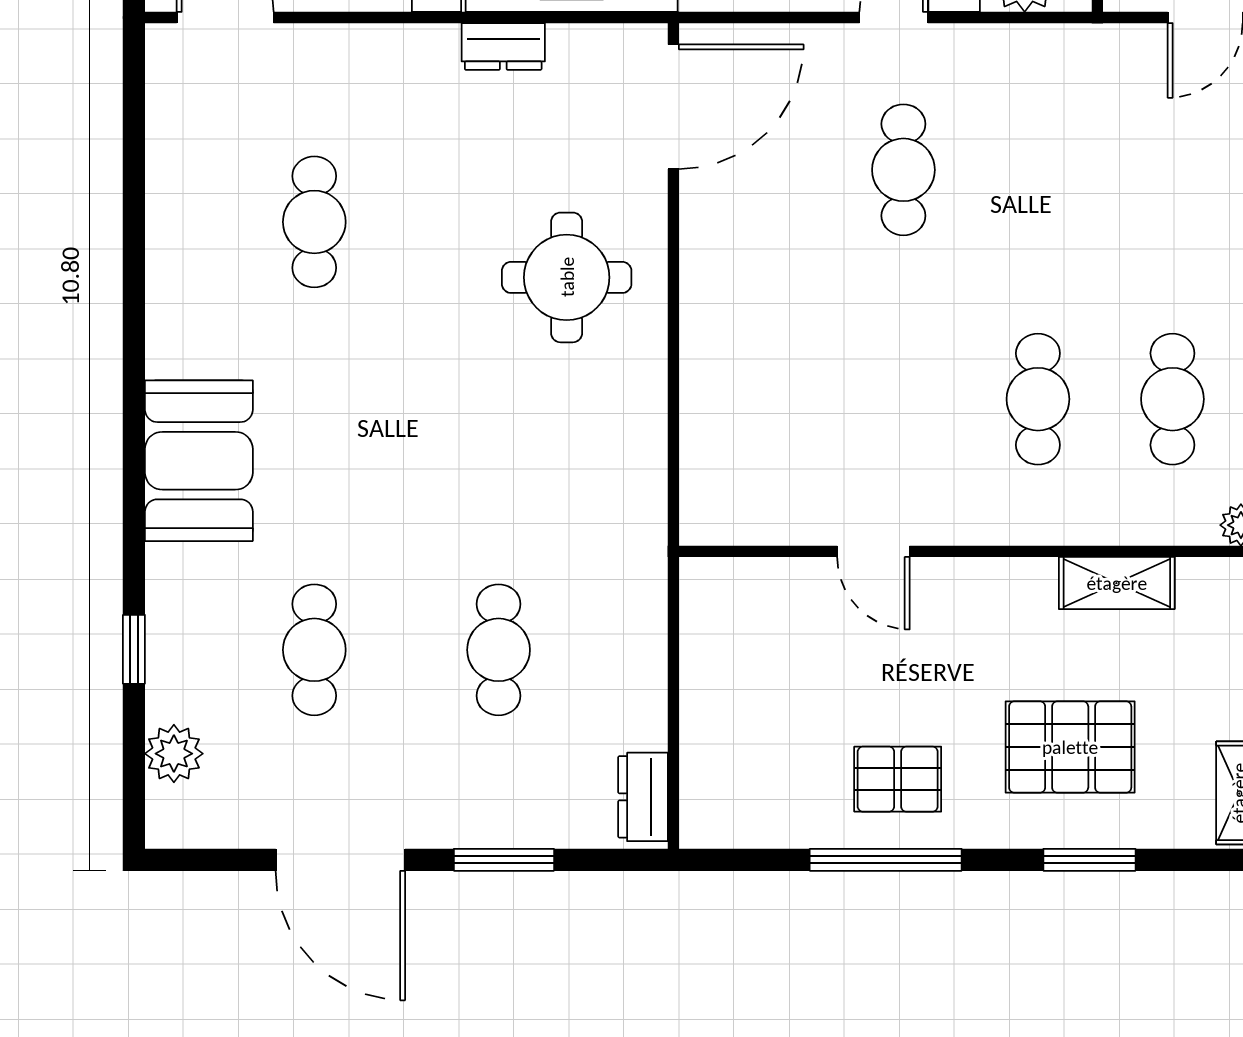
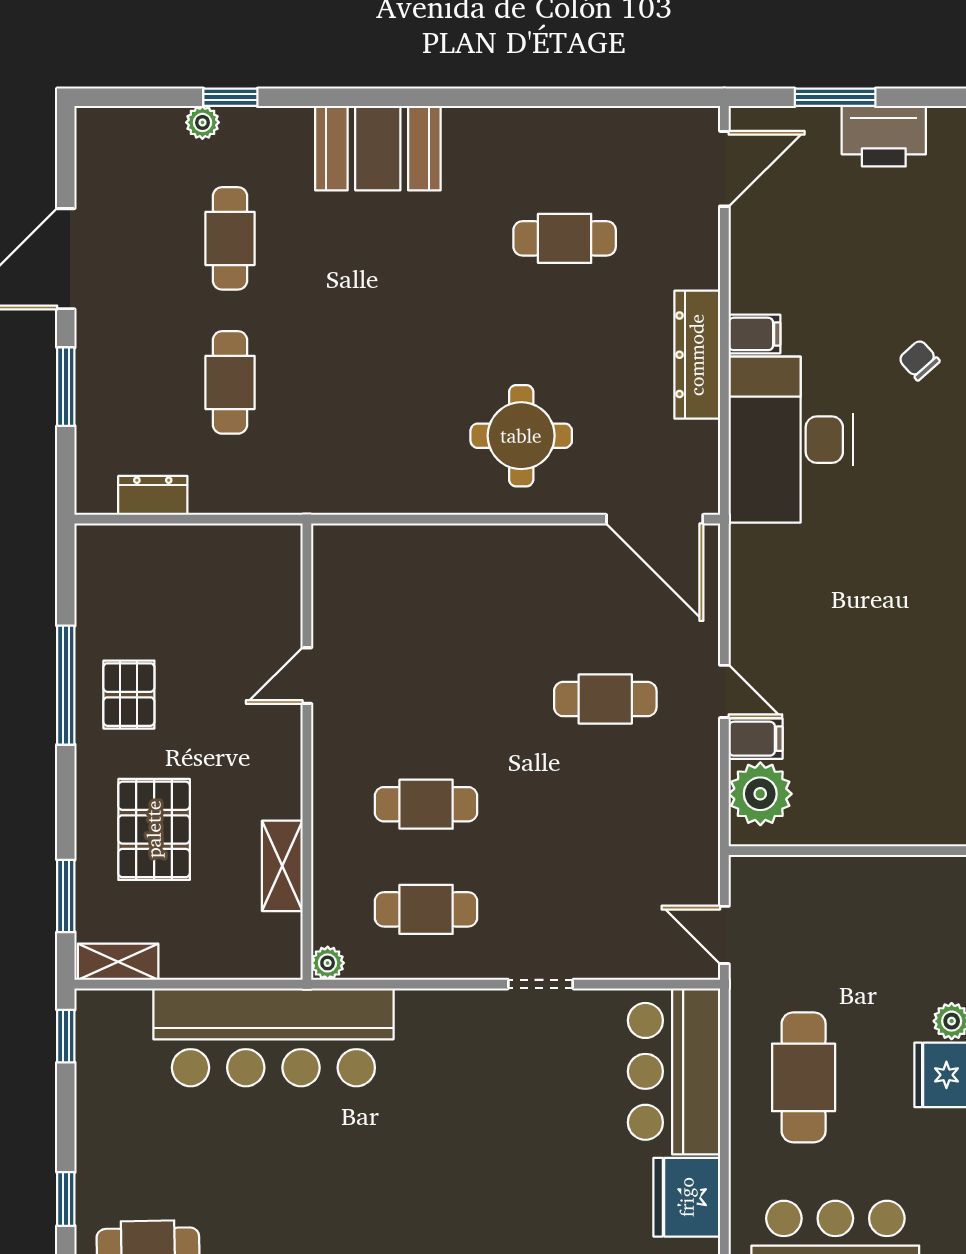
dresser: (503, 46) -> (697, 355), width x1.96, depth x1.24
cafe table: (314, 650) -> (230, 238), turned 90
cafe table: (499, 650) -> (230, 382), turned 90
plant: (174, 754) -> (202, 122), moved, width x0.73, depth x0.73
dresser: (643, 797) -> (153, 495), moved
window: (1089, 860) -> (66, 896), moved

